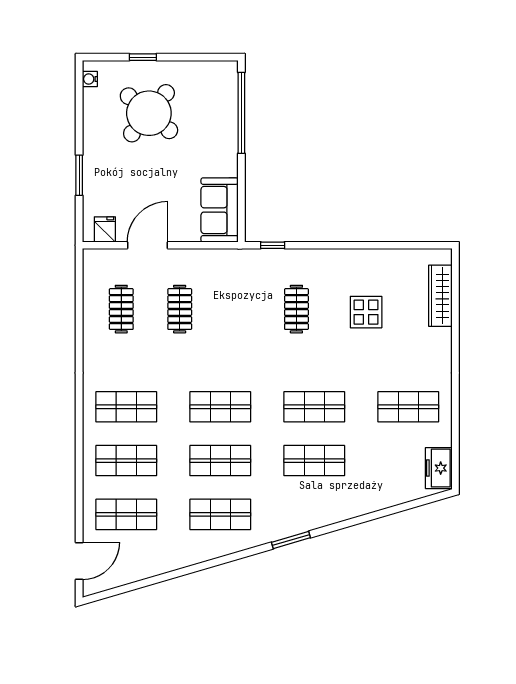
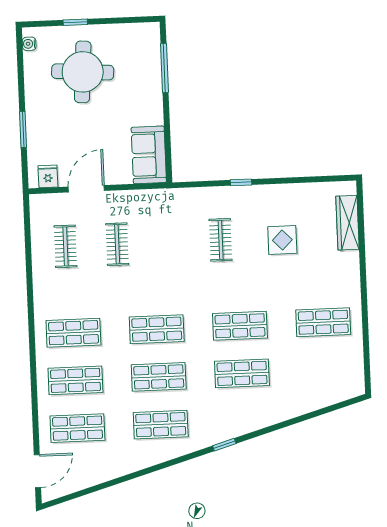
round table: (149, 113) -> (83, 72), turned -36
window: (241, 113) -> (164, 68), width x0.68
window: (273, 245) -> (241, 182), moved
freezer: (439, 468) -> (353, 375), removed
window: (291, 540) -> (224, 445), width x0.67

